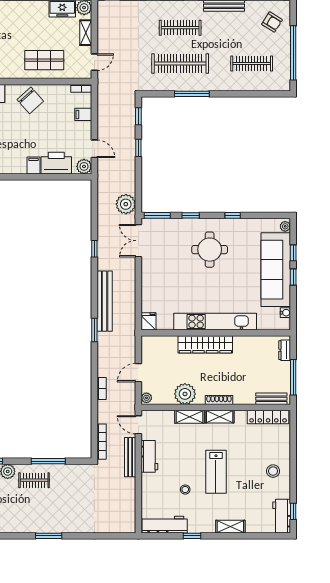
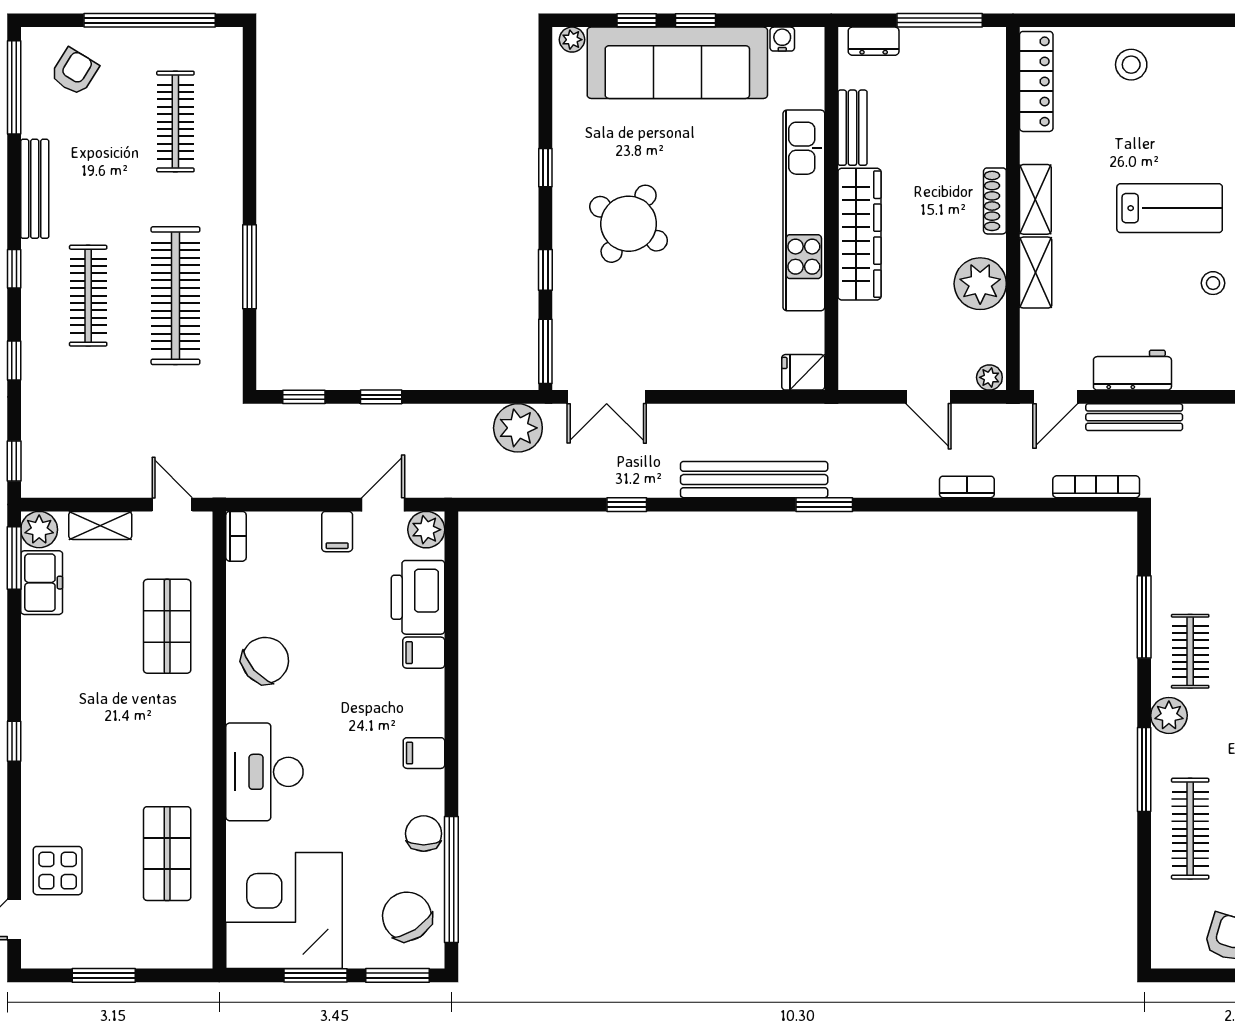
filing cabinet: (83, 114) -> (337, 532), moved
round table: (210, 250) -> (629, 224), turned 31
bench: (271, 399) -> (852, 128), moved
stool: (273, 471) -> (1131, 65), moved

